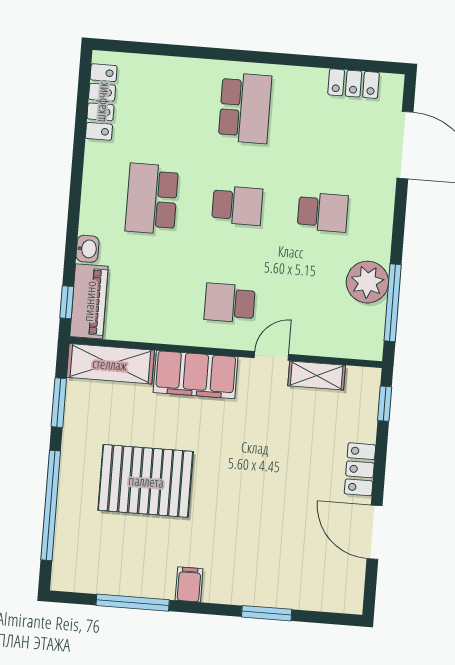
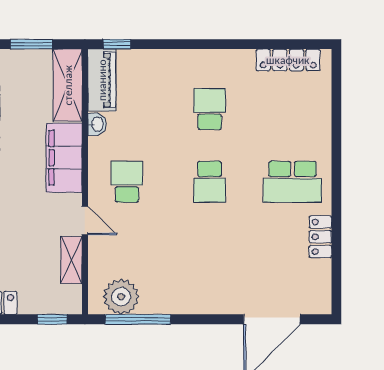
locker: (354, 84) -> (320, 237), moved
school desk: (152, 199) -> (210, 109), width x0.54
school desk: (323, 212) -> (210, 254), removed
washbasin: (87, 249) -> (97, 124), moved, turned -90
plant: (367, 282) -> (121, 297), moved
piano: (89, 301) -> (102, 80), moved, turned -90

